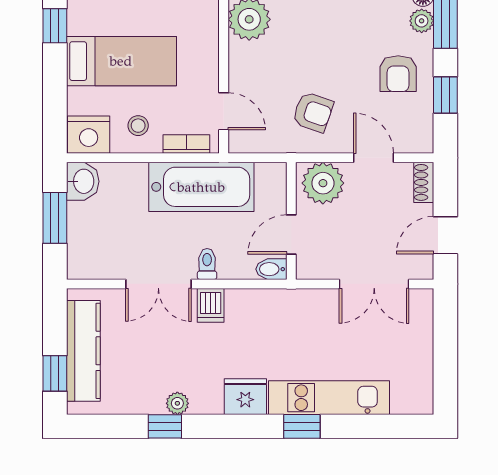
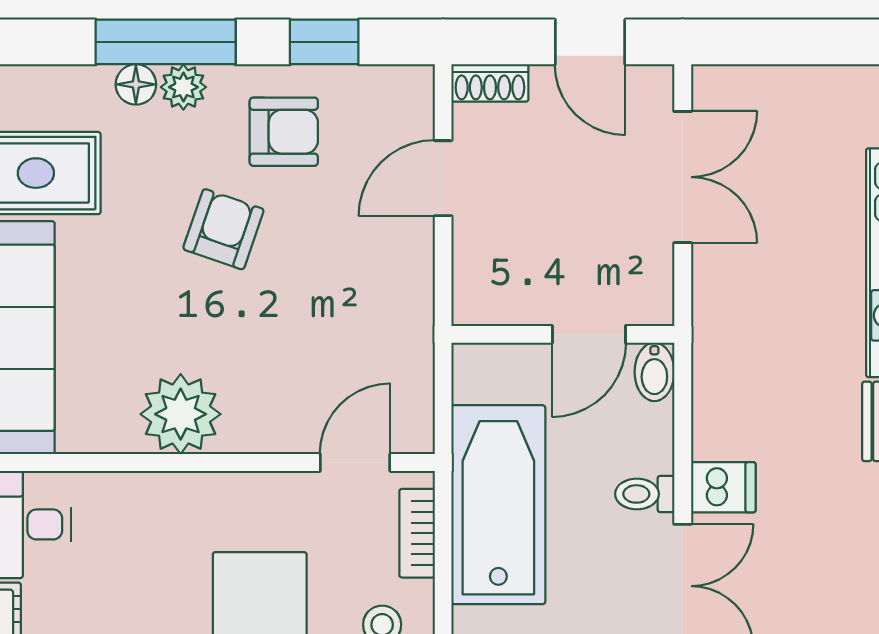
armchair: (313, 112) -> (223, 229), moved
plant: (323, 183) -> (491, 274), removed
door: (291, 235) -> (589, 334), hinge flipped

